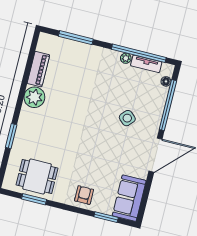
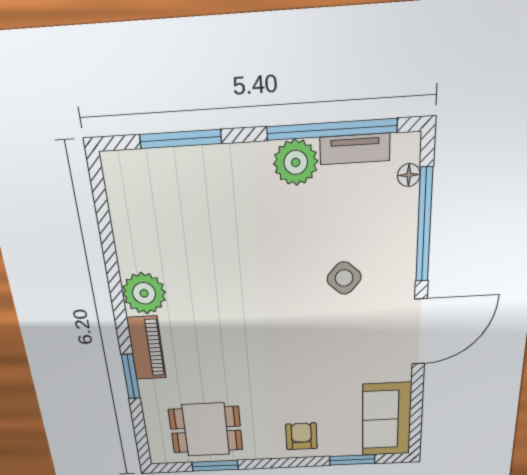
plant: (126, 58) -> (296, 162), width x1.88, depth x1.88
piano: (38, 69) -> (147, 348), moved

